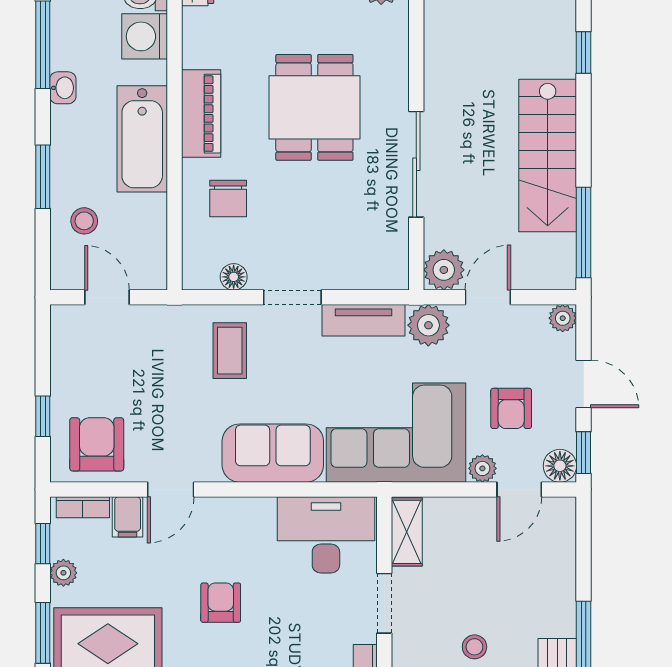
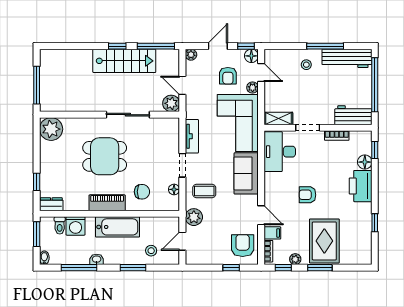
window: (584, 52) -> (117, 46), moved
plant: (428, 325) -> (194, 217), moved
armchair: (511, 408) -> (228, 76), turned 90
armchair: (97, 444) -> (243, 246), turned 90
stool: (474, 647) -> (306, 65), moved

